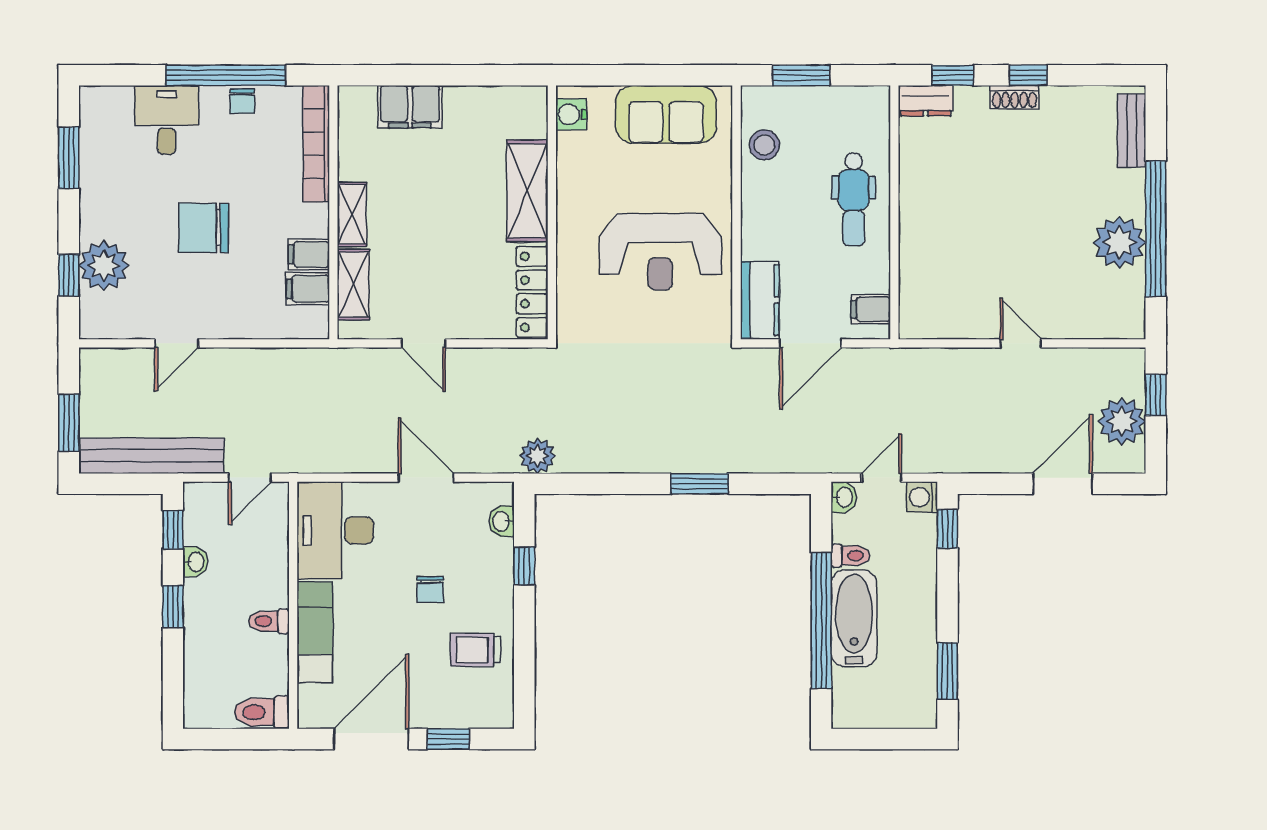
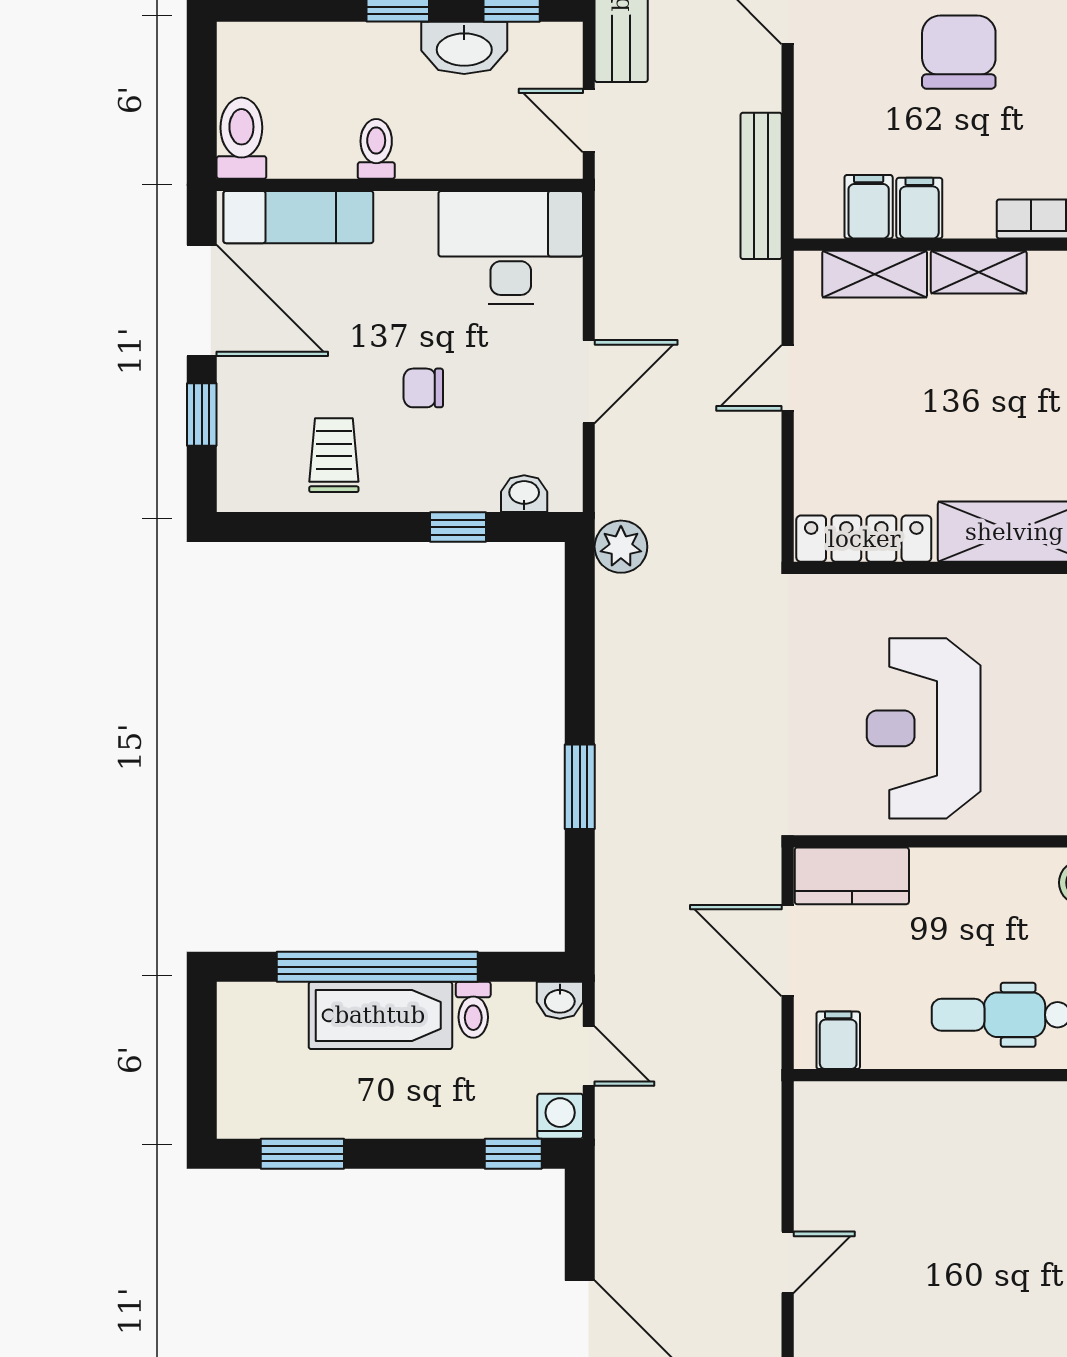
bench: (294, 361) -> (761, 186), added
washbasin: (195, 562) -> (464, 48), width x1.91, depth x1.45
exam couch: (315, 632) -> (298, 217), moved

